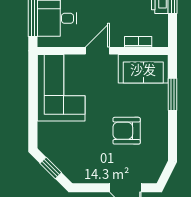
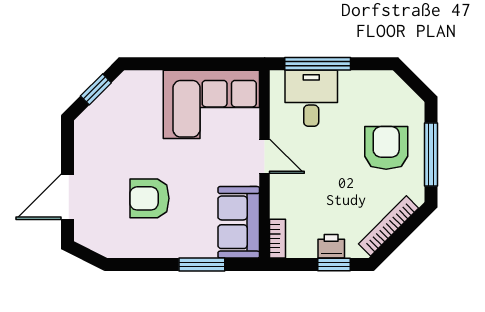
bookcase: (138, 42) -> (277, 239), moved
armchair: (127, 131) -> (150, 198), turned -90

